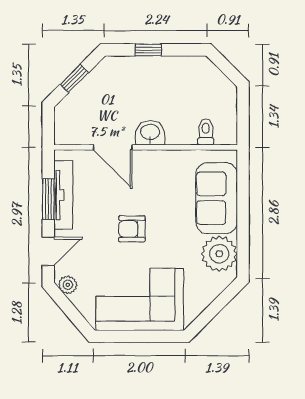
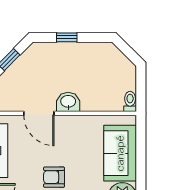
toilet: (206, 132) -> (130, 101), moved

